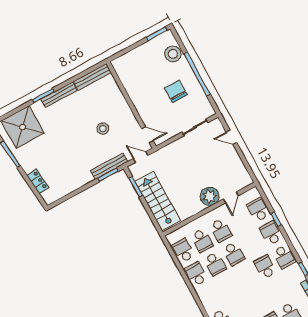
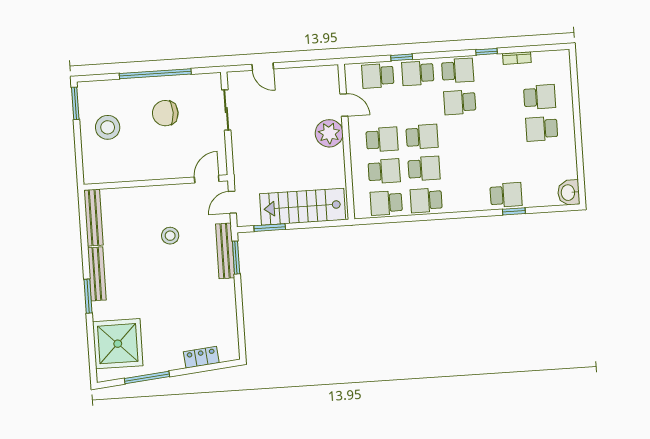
stool: (173, 54) -> (108, 127), moved
door: (231, 137) -> (263, 67), hinge flipped

